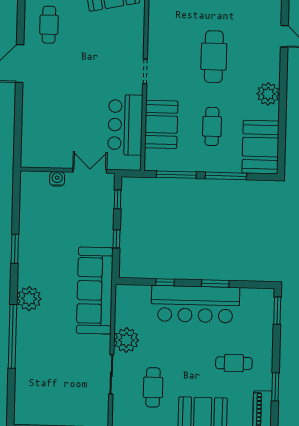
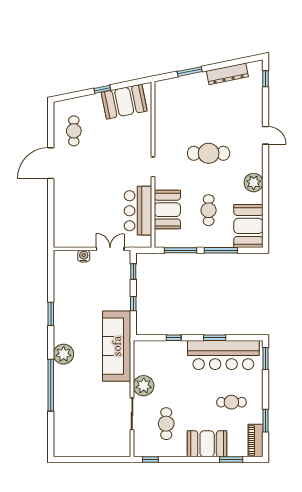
cafe table: (214, 57) -> (209, 153), turned 90
bar counter: (195, 304) -> (223, 355), moved

